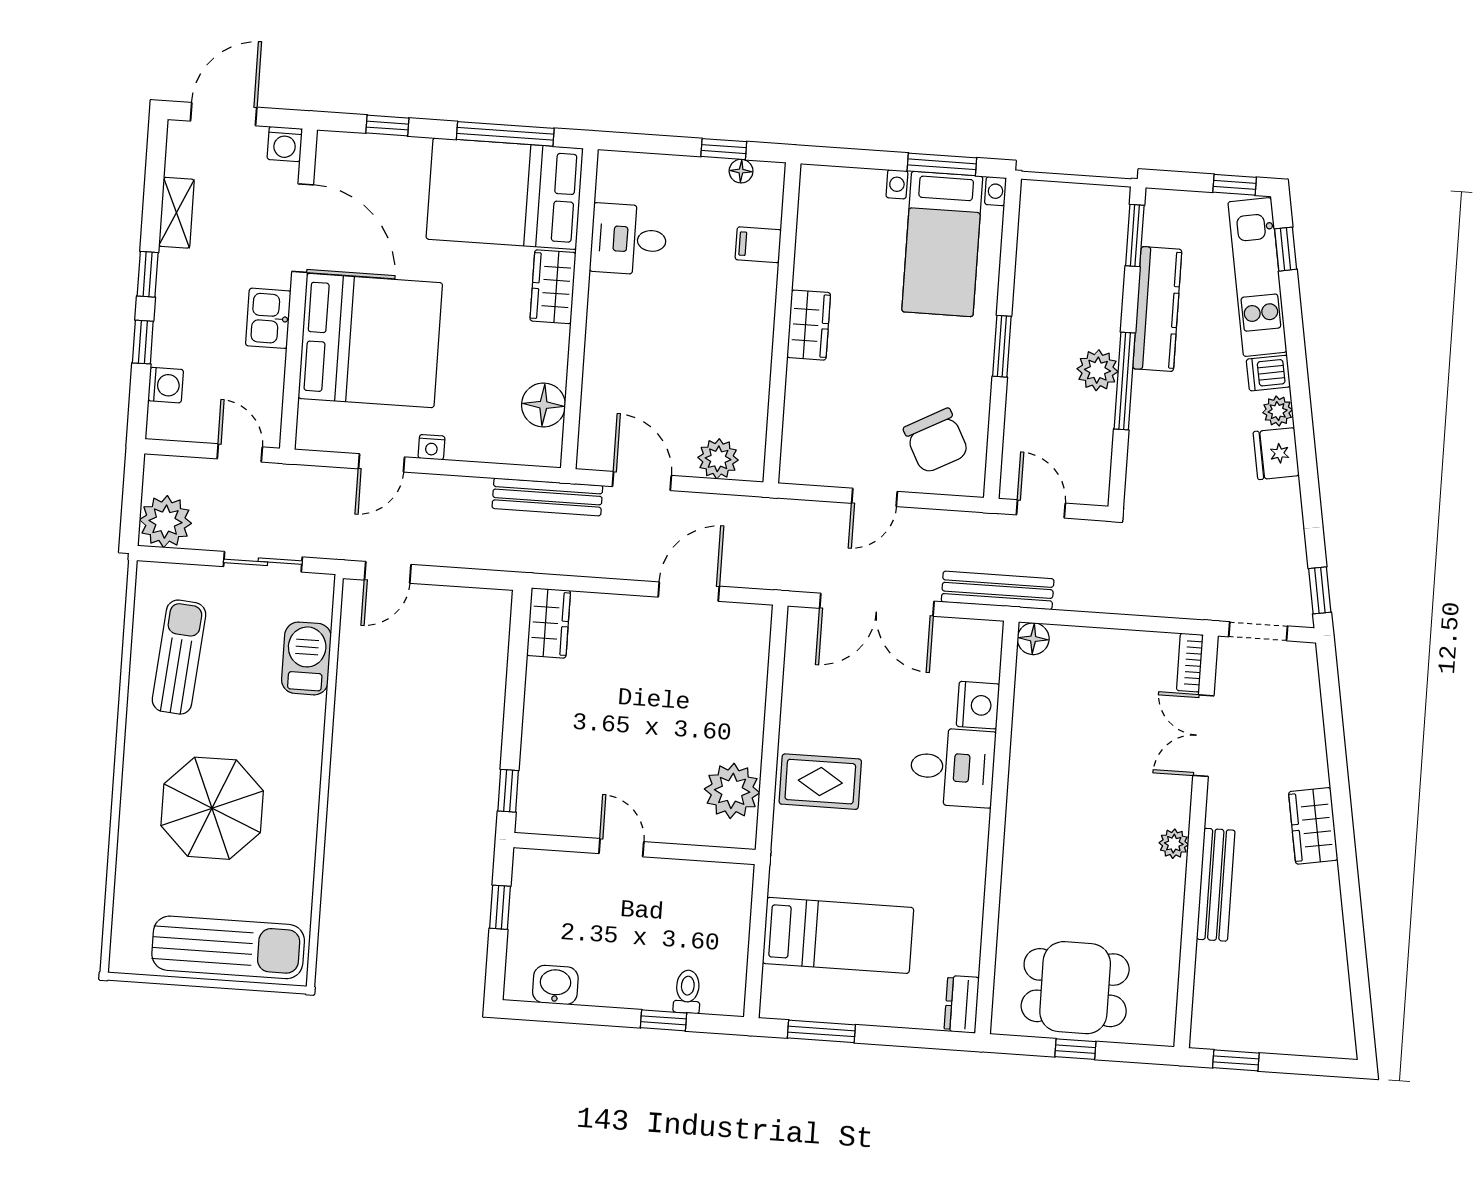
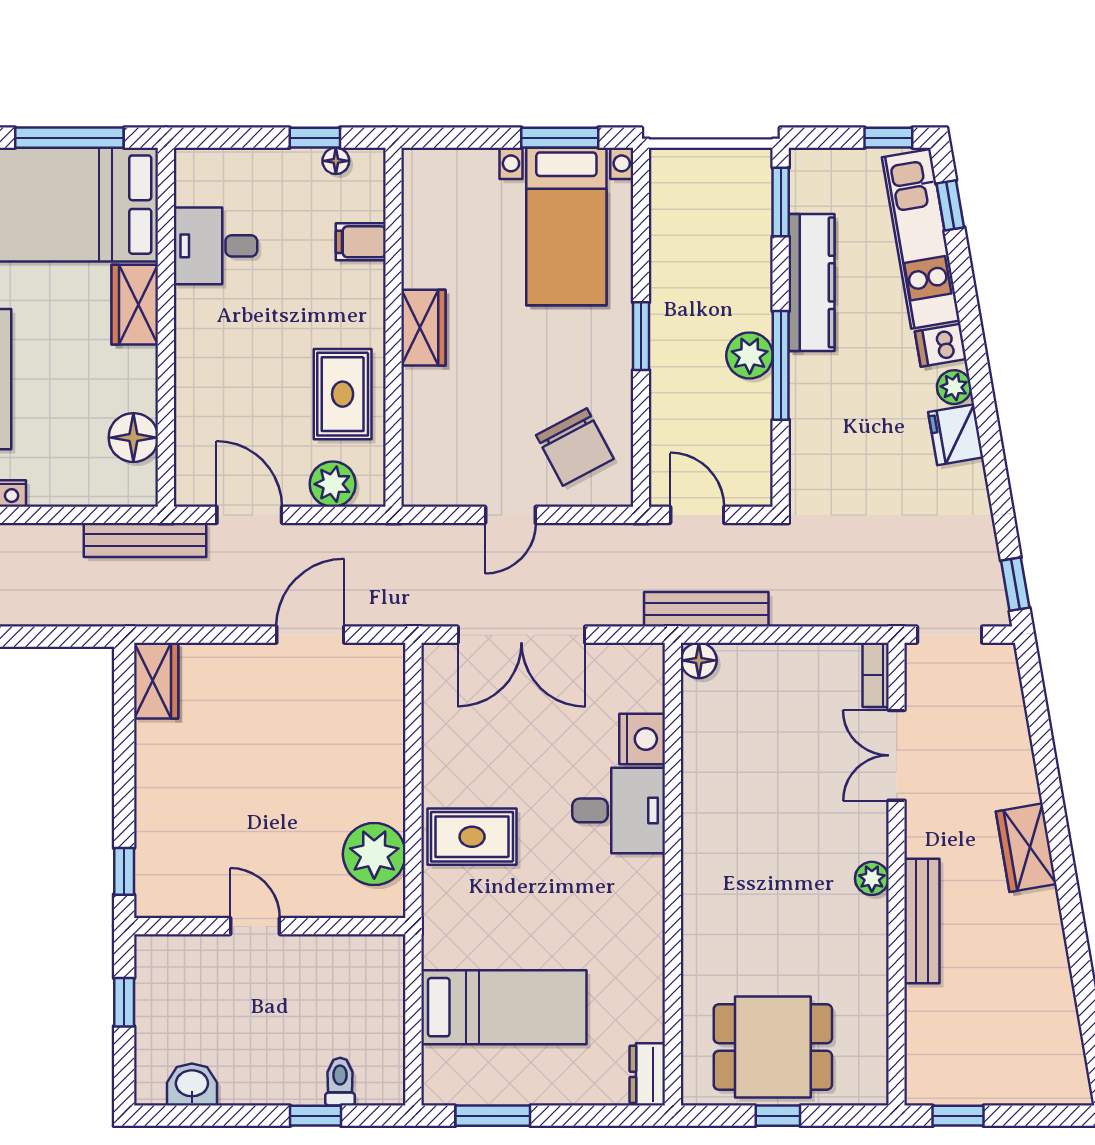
rug: (733, 379) -> (343, 394), added
bench: (998, 590) -> (706, 609), moved

